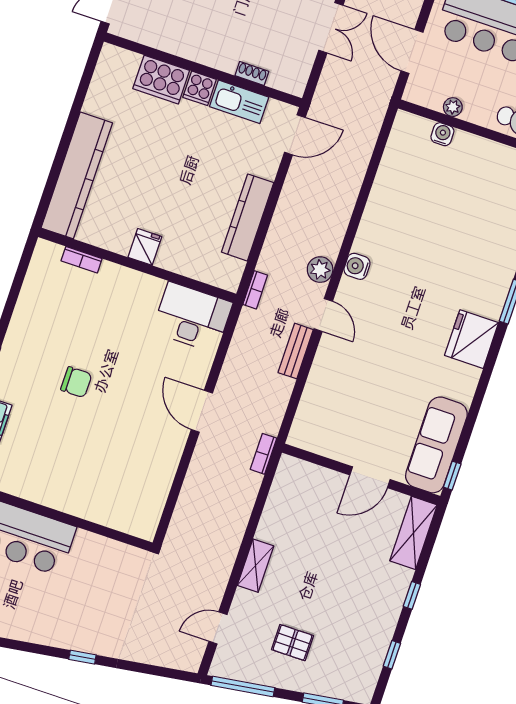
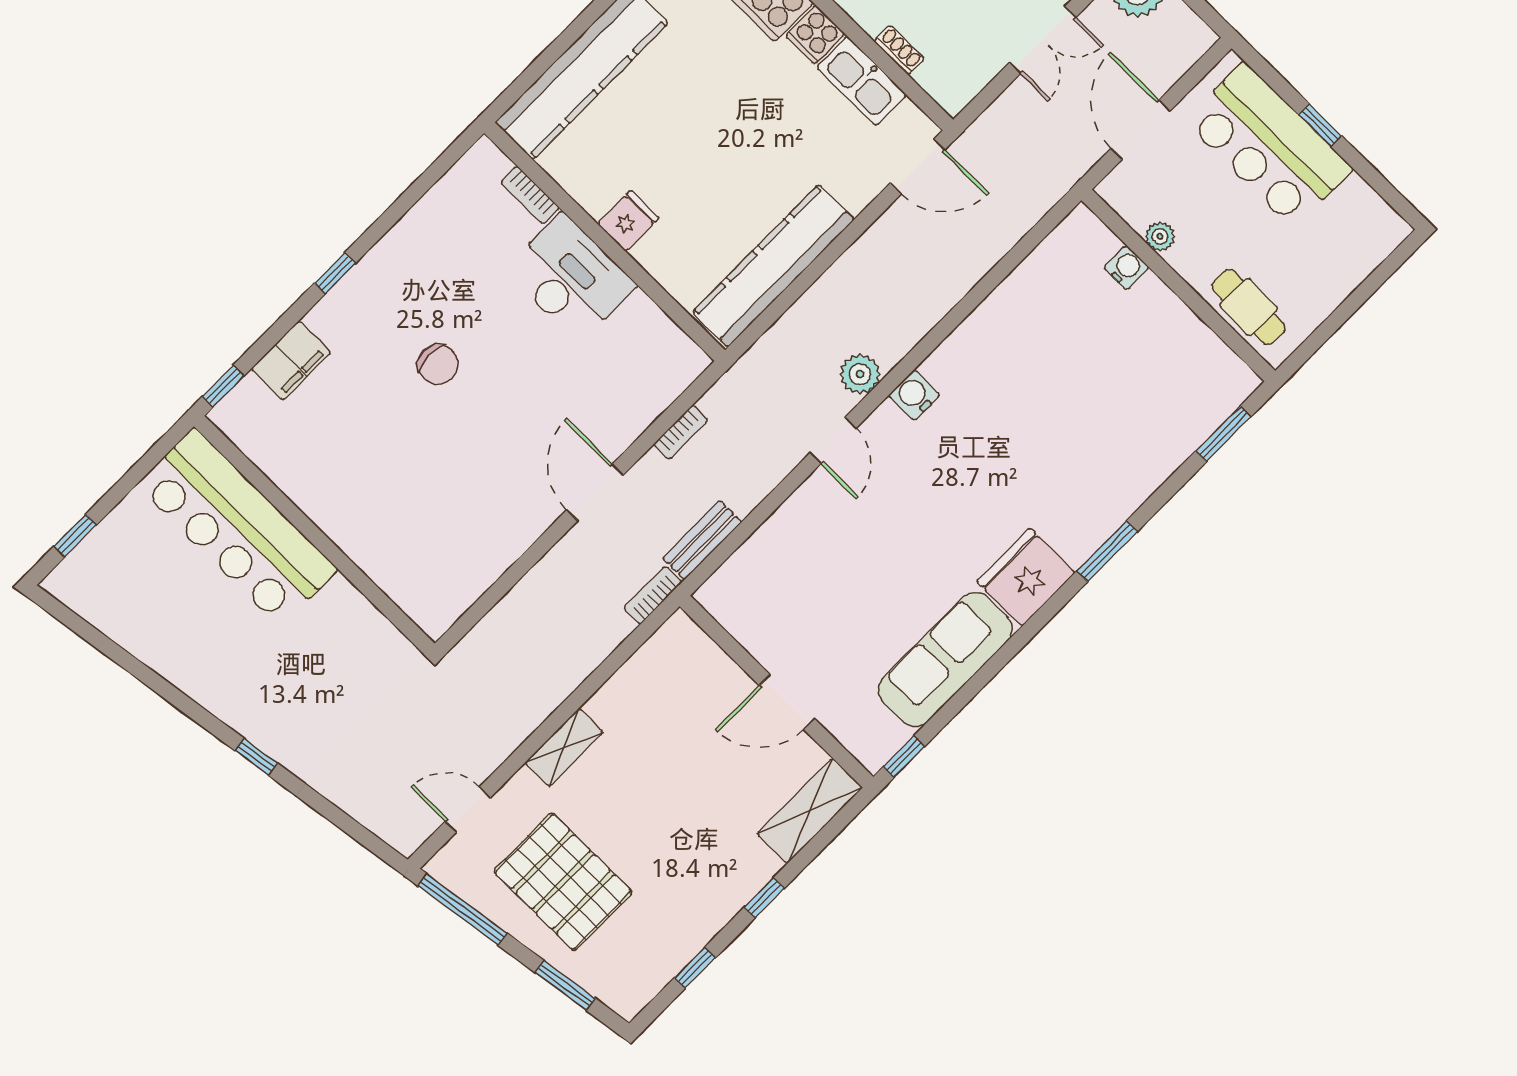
kitchen counter: (248, 217) -> (773, 266), width x1.39, depth x1.17
bookcase: (255, 290) -> (681, 432), moved
desk: (192, 317) -> (571, 278), moved
bench: (296, 351) -> (702, 540), moved
sofa: (436, 445) -> (945, 659), moved
pallet: (292, 643) -> (563, 882), width x2.05, depth x2.00

